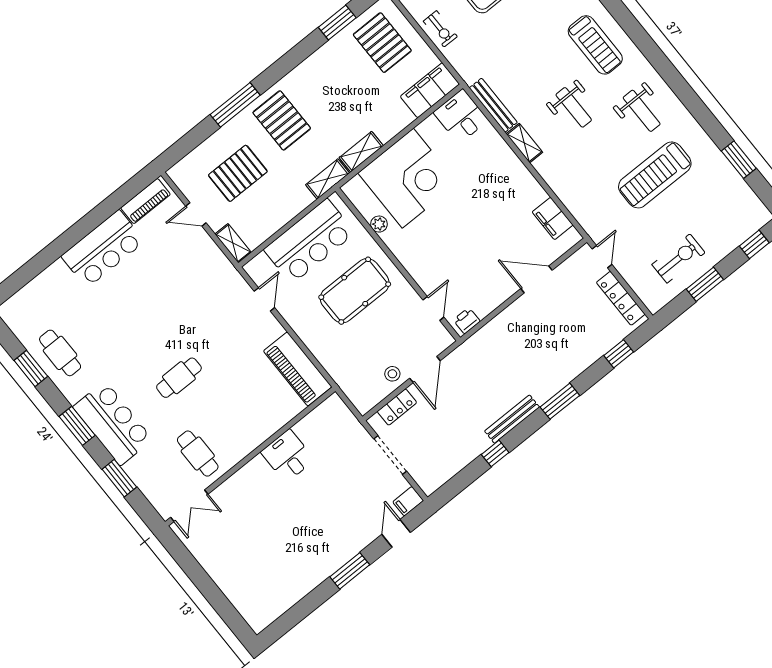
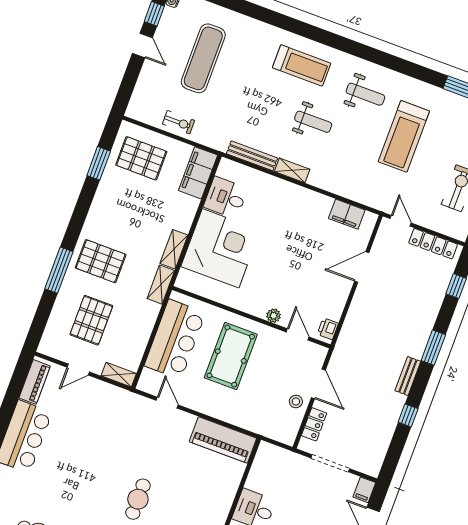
desk: (461, 116) -> (226, 198), moved
plant: (379, 224) -> (274, 316), moved
bench: (512, 419) -> (408, 376), width x0.73

